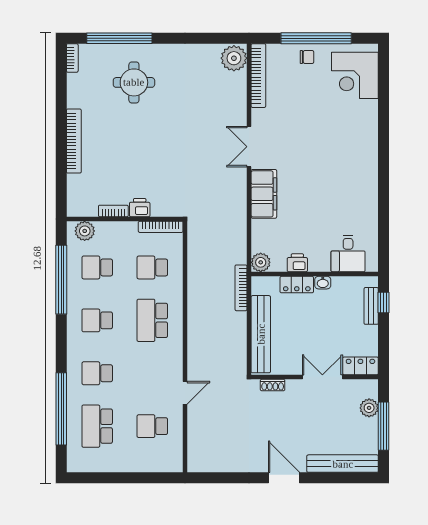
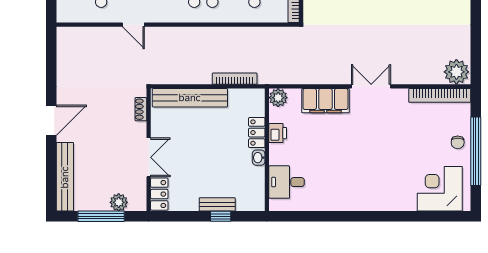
desk: (348, 254) -> (287, 182), moved
plant: (261, 262) -> (278, 98), moved
printer: (297, 263) -> (278, 133), moved
wall: (315, 274) -> (267, 150), moved
washbasin: (323, 283) -> (259, 158), moved
locker: (297, 285) -> (257, 133), moved

